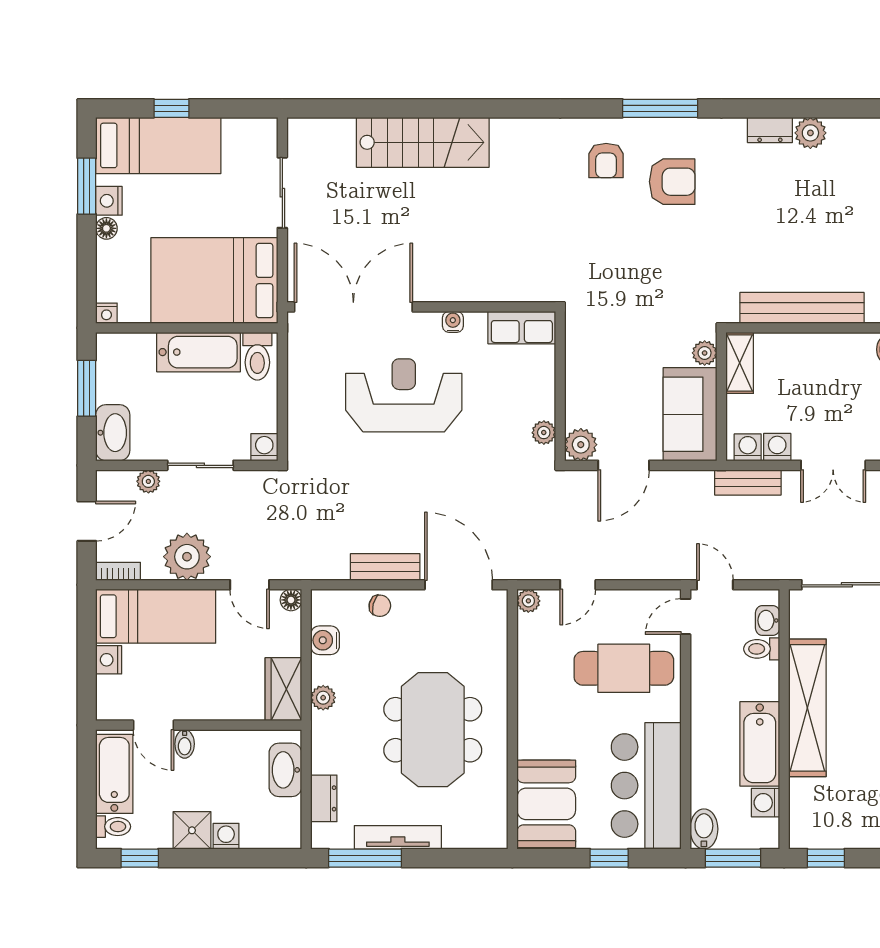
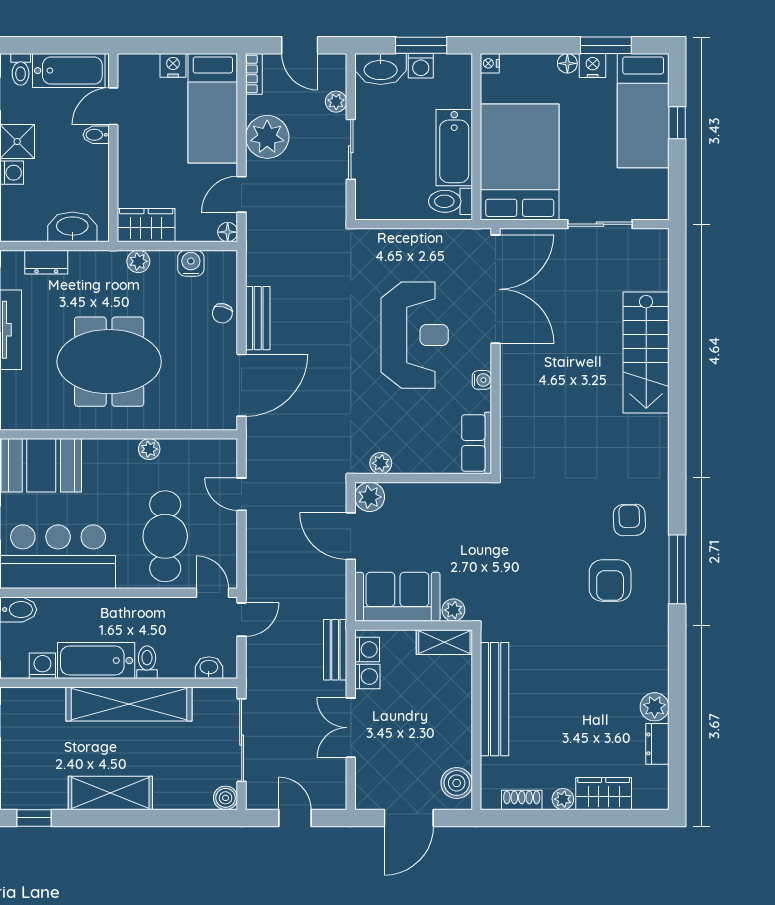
dresser: (770, 130) -> (657, 744), moved
armchair: (606, 161) -> (629, 520), turned 88
washing machine: (264, 447) -> (421, 66), moved, turned 90
plant: (528, 601) -> (149, 449), moved
toilet: (762, 649) -> (147, 662), moved

